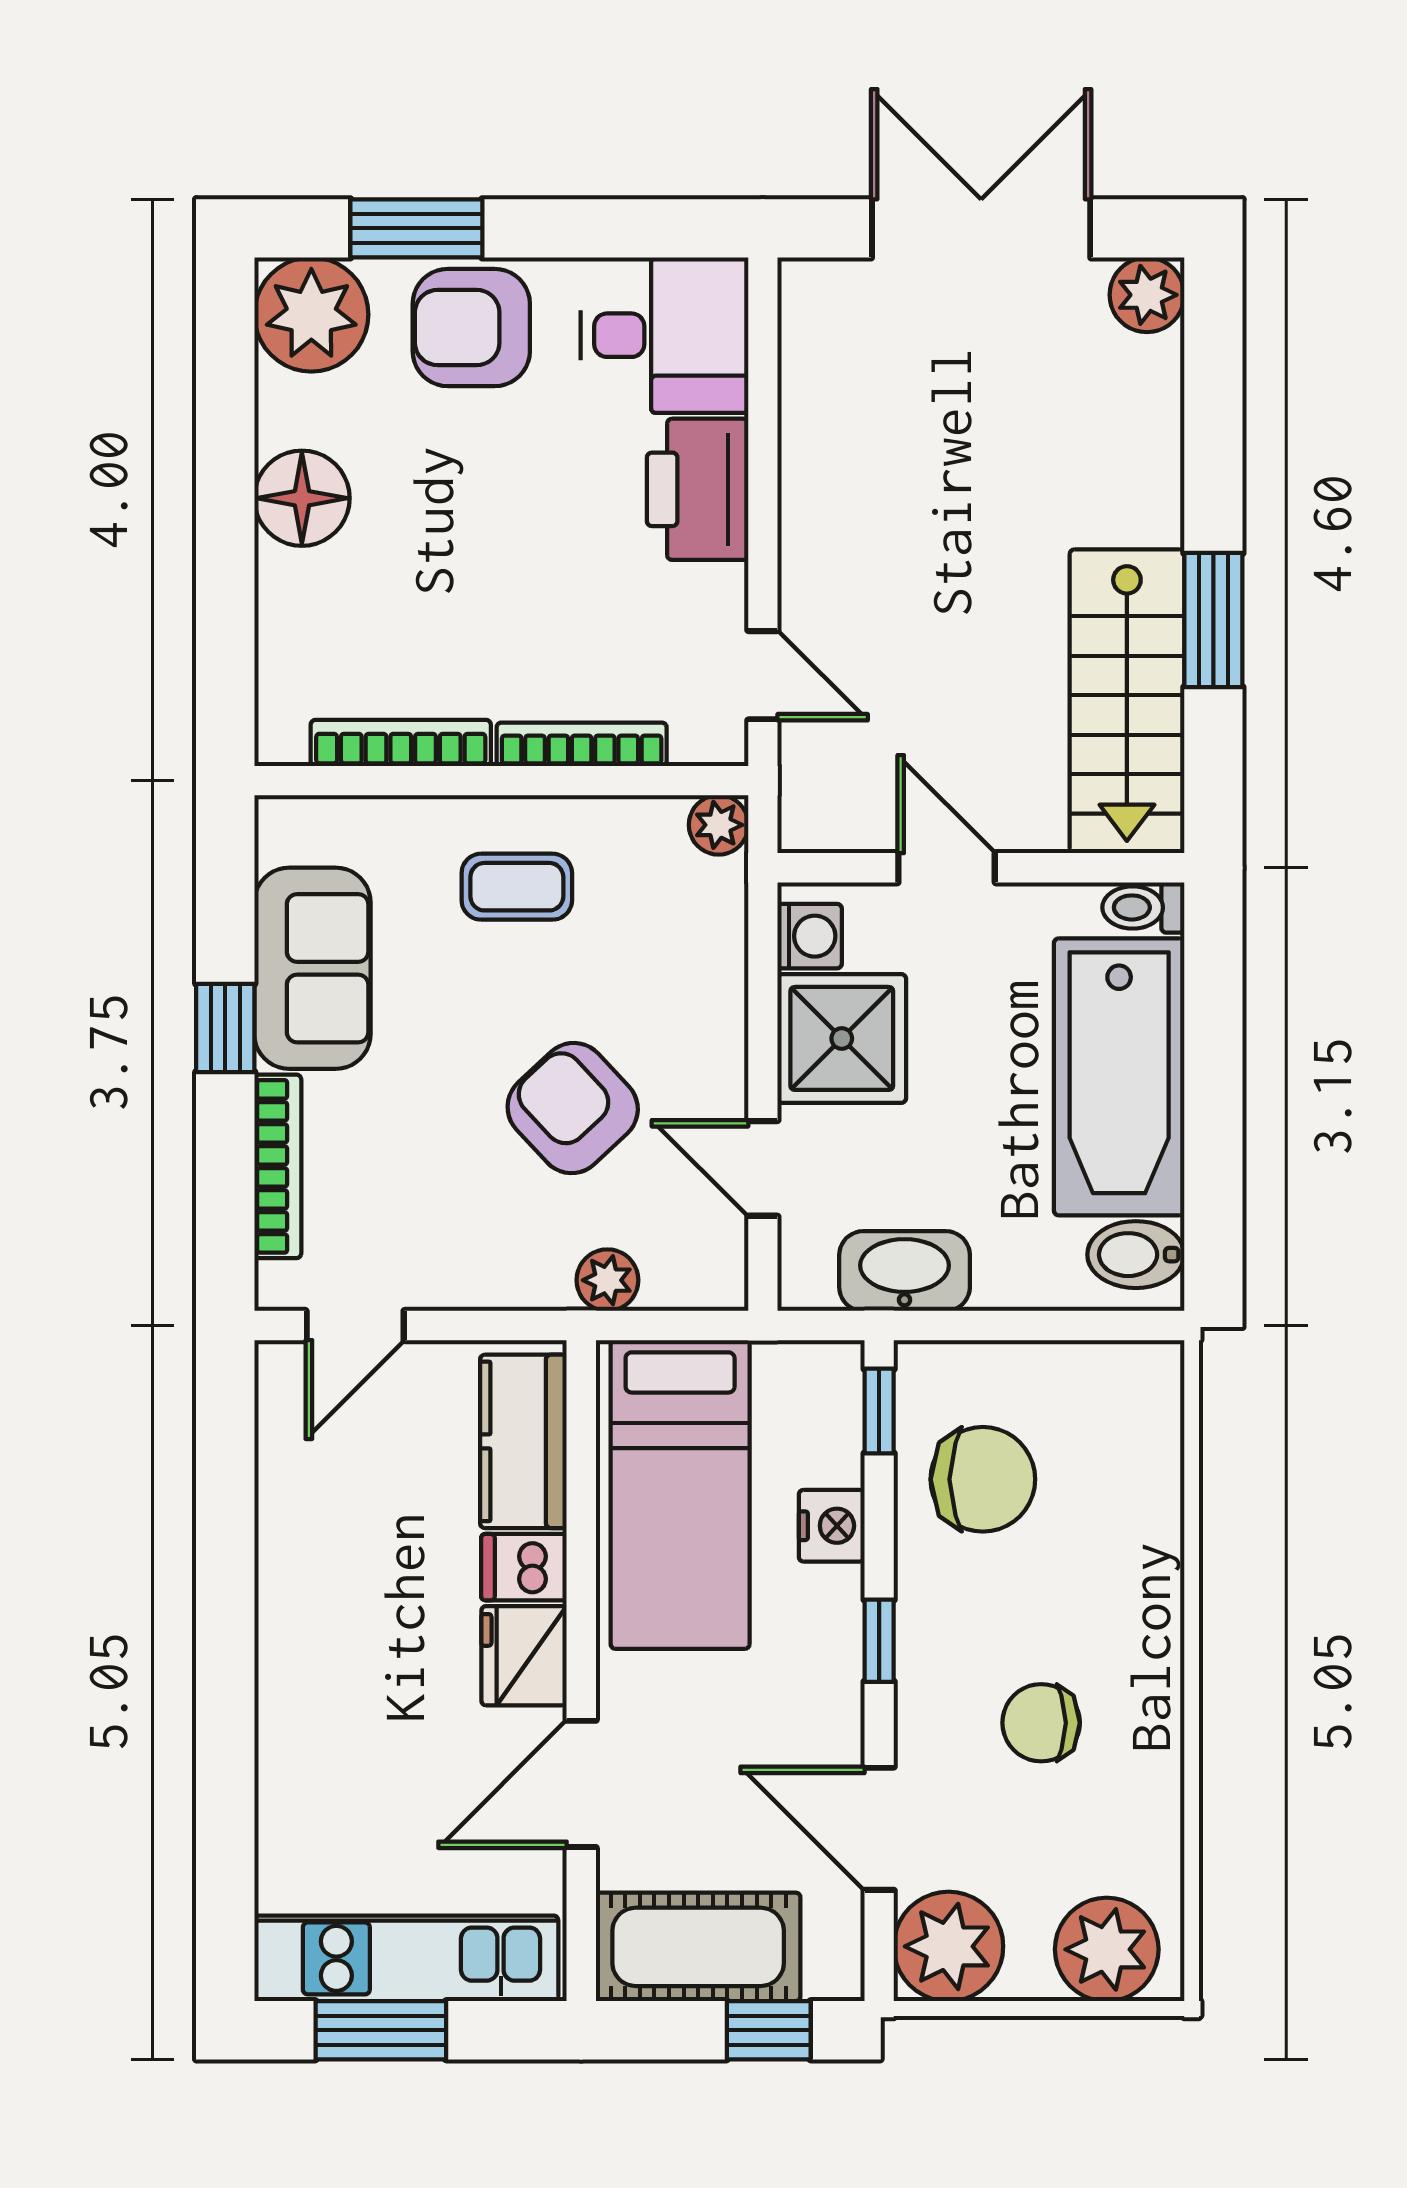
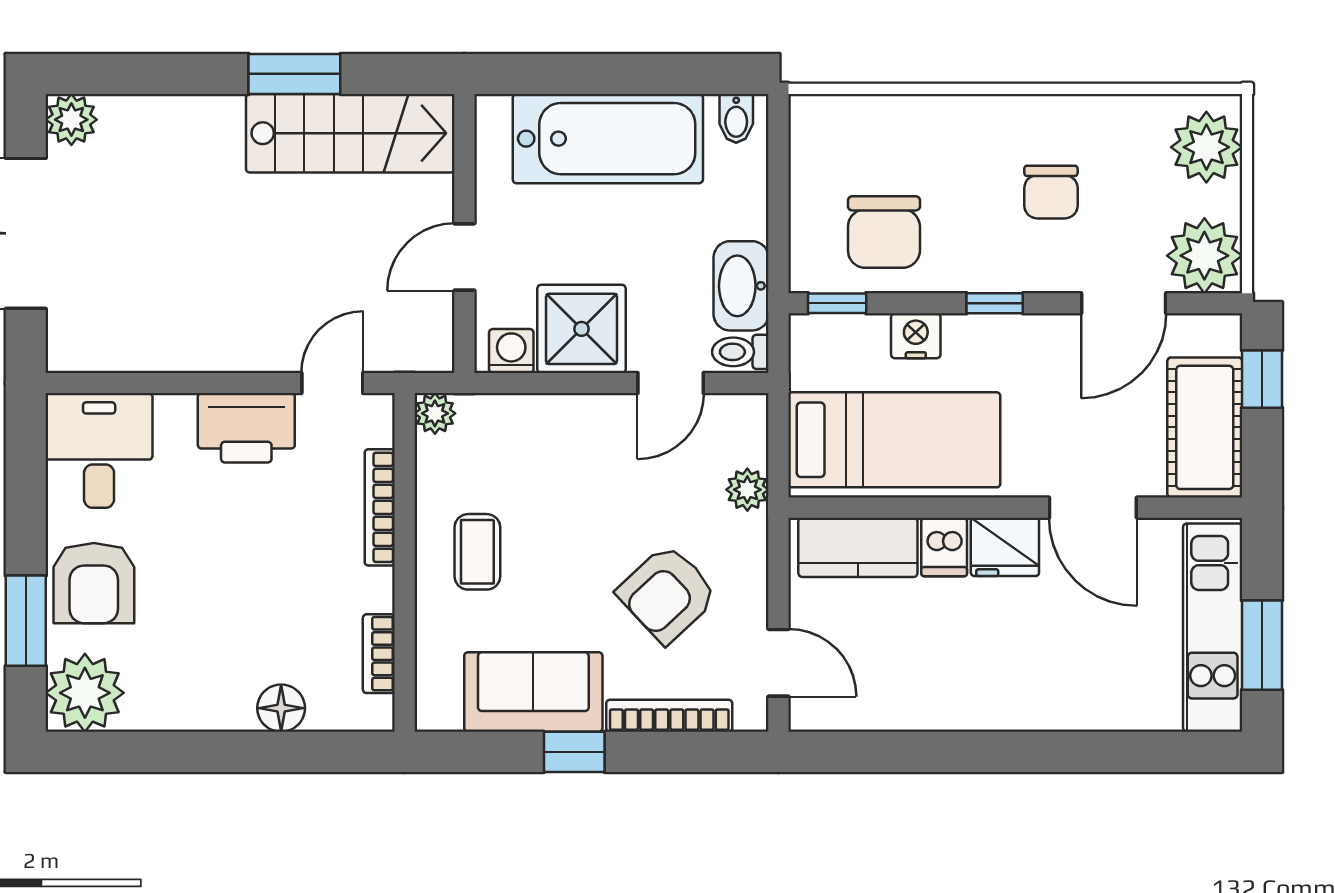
printer: (698, 489) -> (246, 428), moved
floor lamp: (302, 498) -> (281, 708), moved, width x0.73, depth x0.73
bookcase: (401, 743) -> (379, 654), width x0.64
toilet: (1143, 907) -> (740, 352), moved, turned 90
armchair: (573, 1108) -> (667, 594), moved
bidet: (1136, 1255) -> (736, 118), width x0.72, depth x0.74
chair: (983, 1479) -> (884, 232), turned 180

